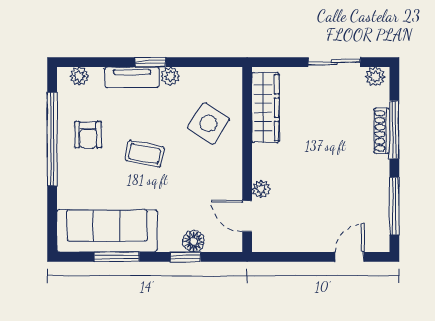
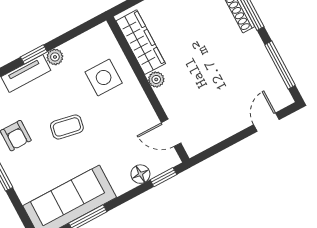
side table: (209, 123) -> (104, 78), turned -34
plant: (261, 189) -> (156, 79), moved
window: (185, 257) -> (163, 177), moved

